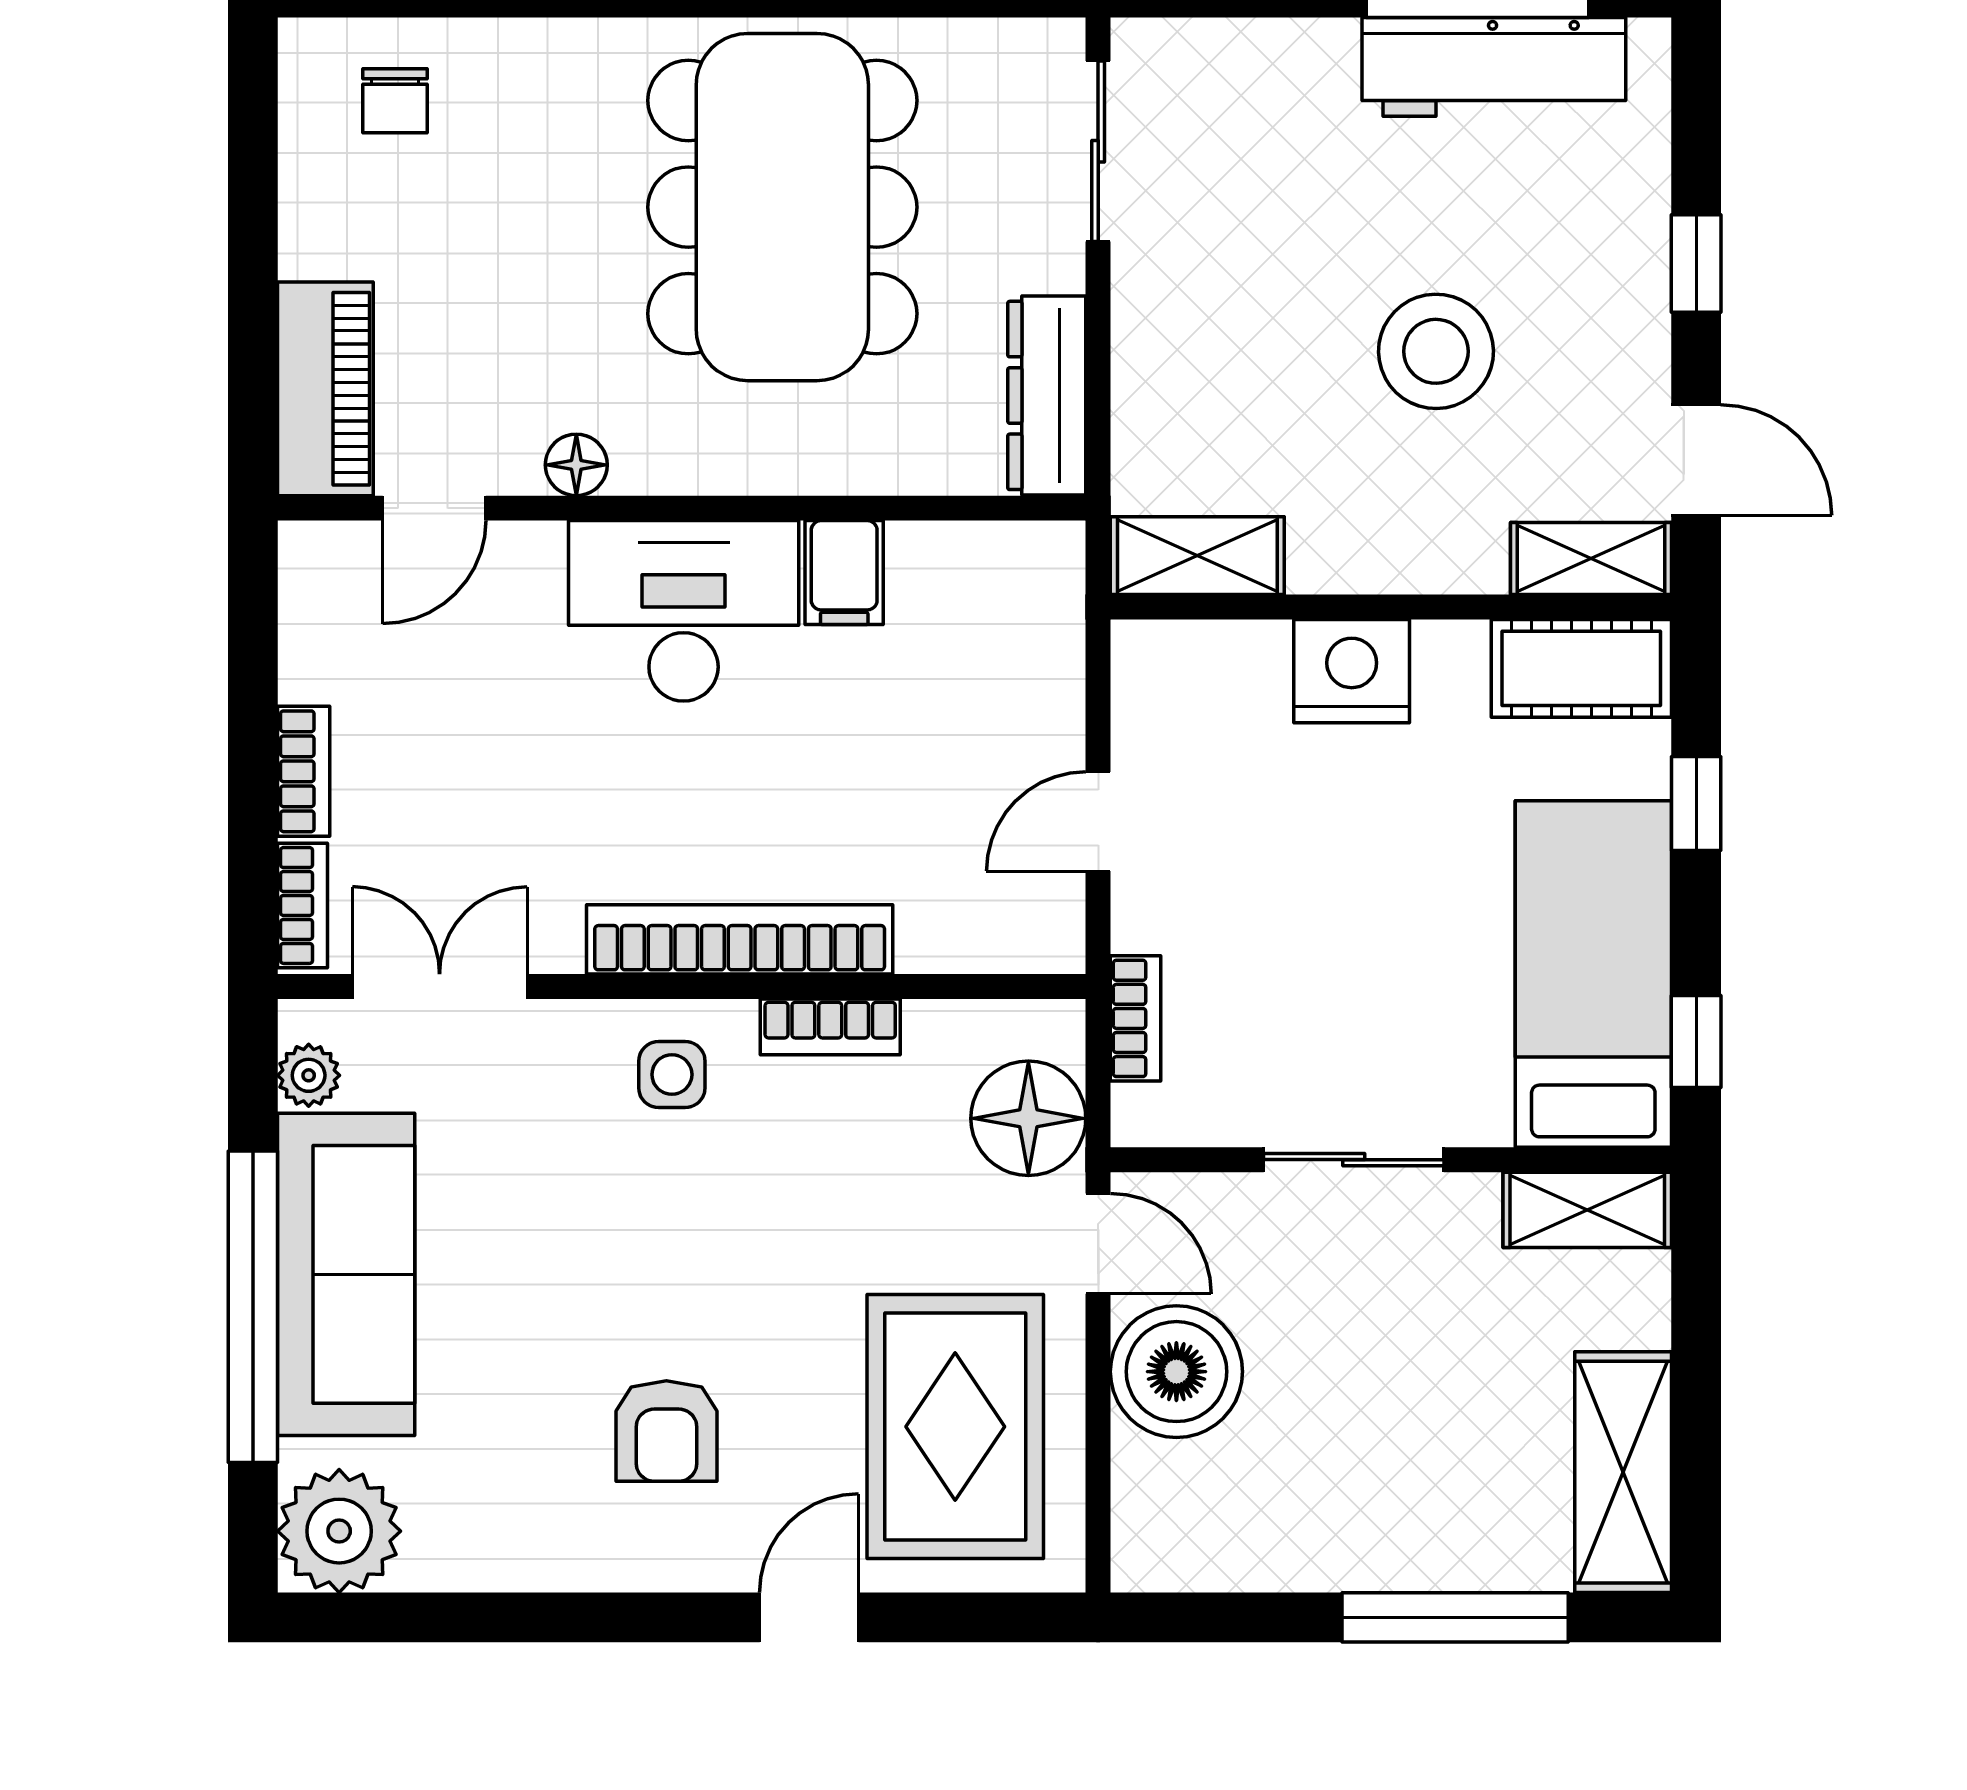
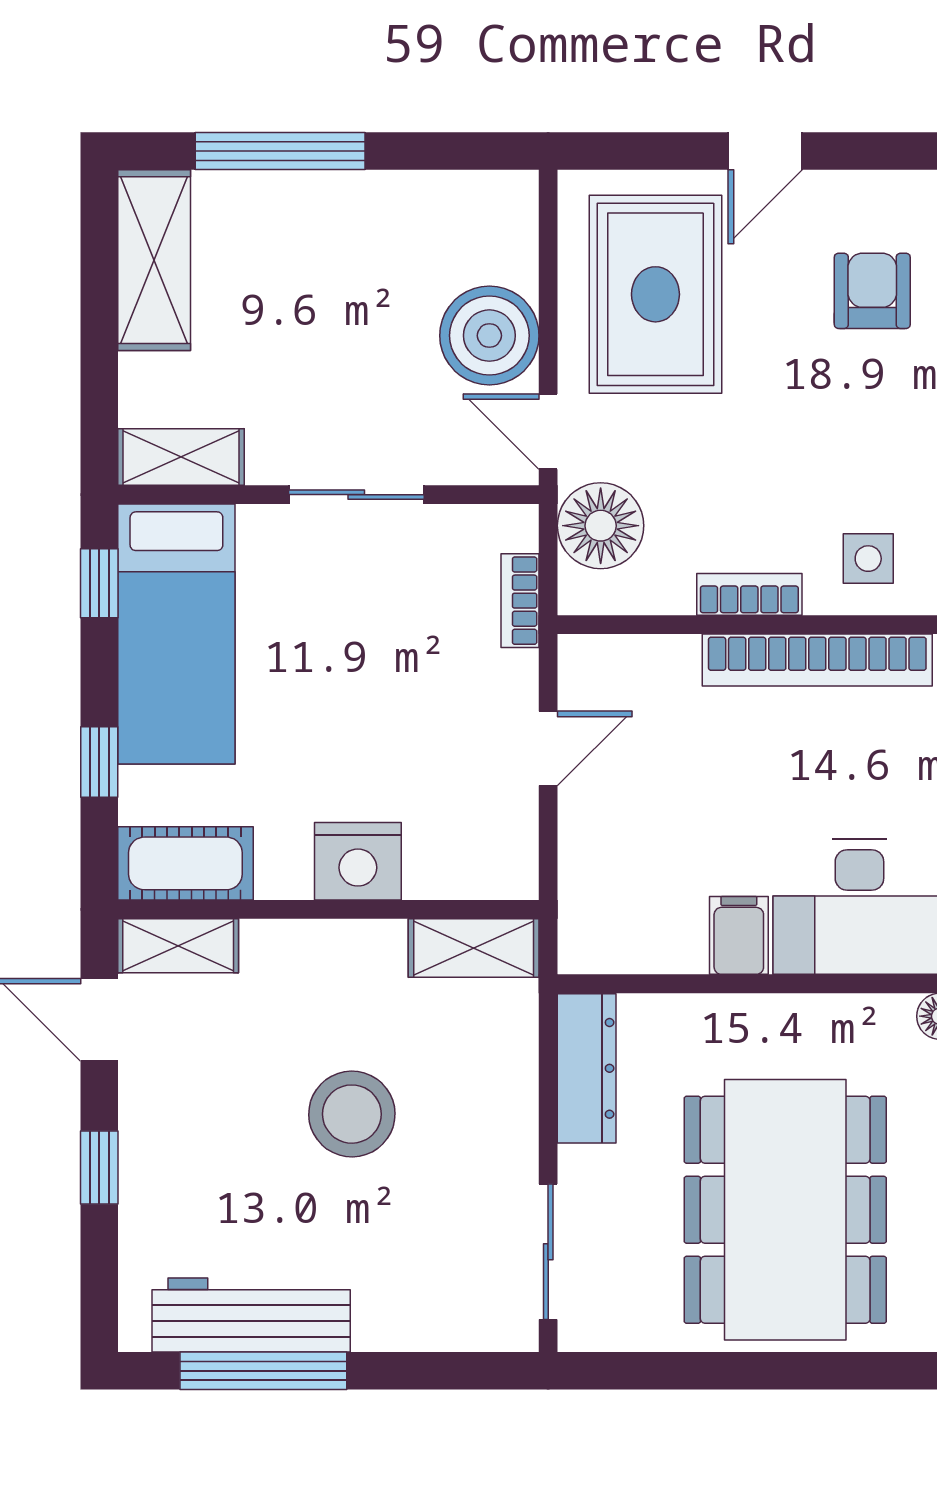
stool: (1436, 351) -> (352, 1114), moved

